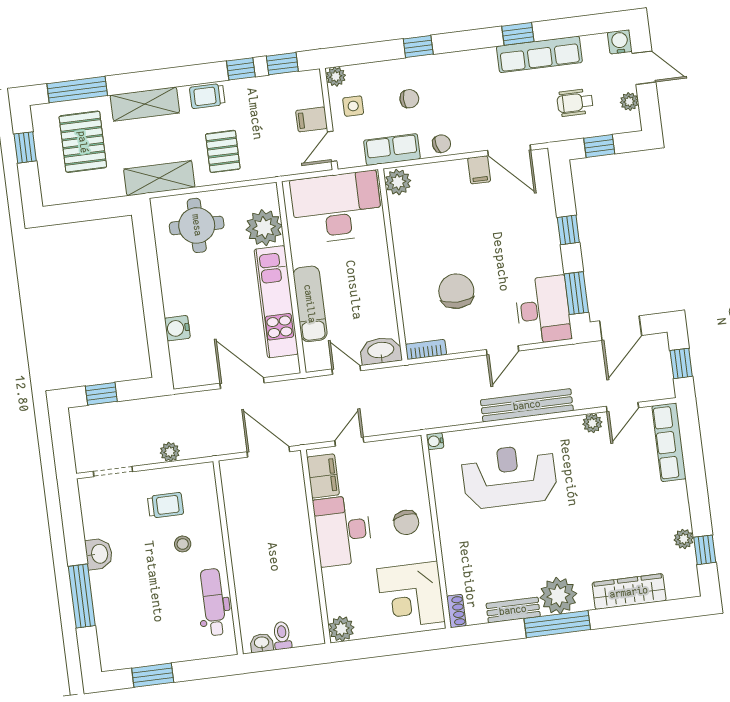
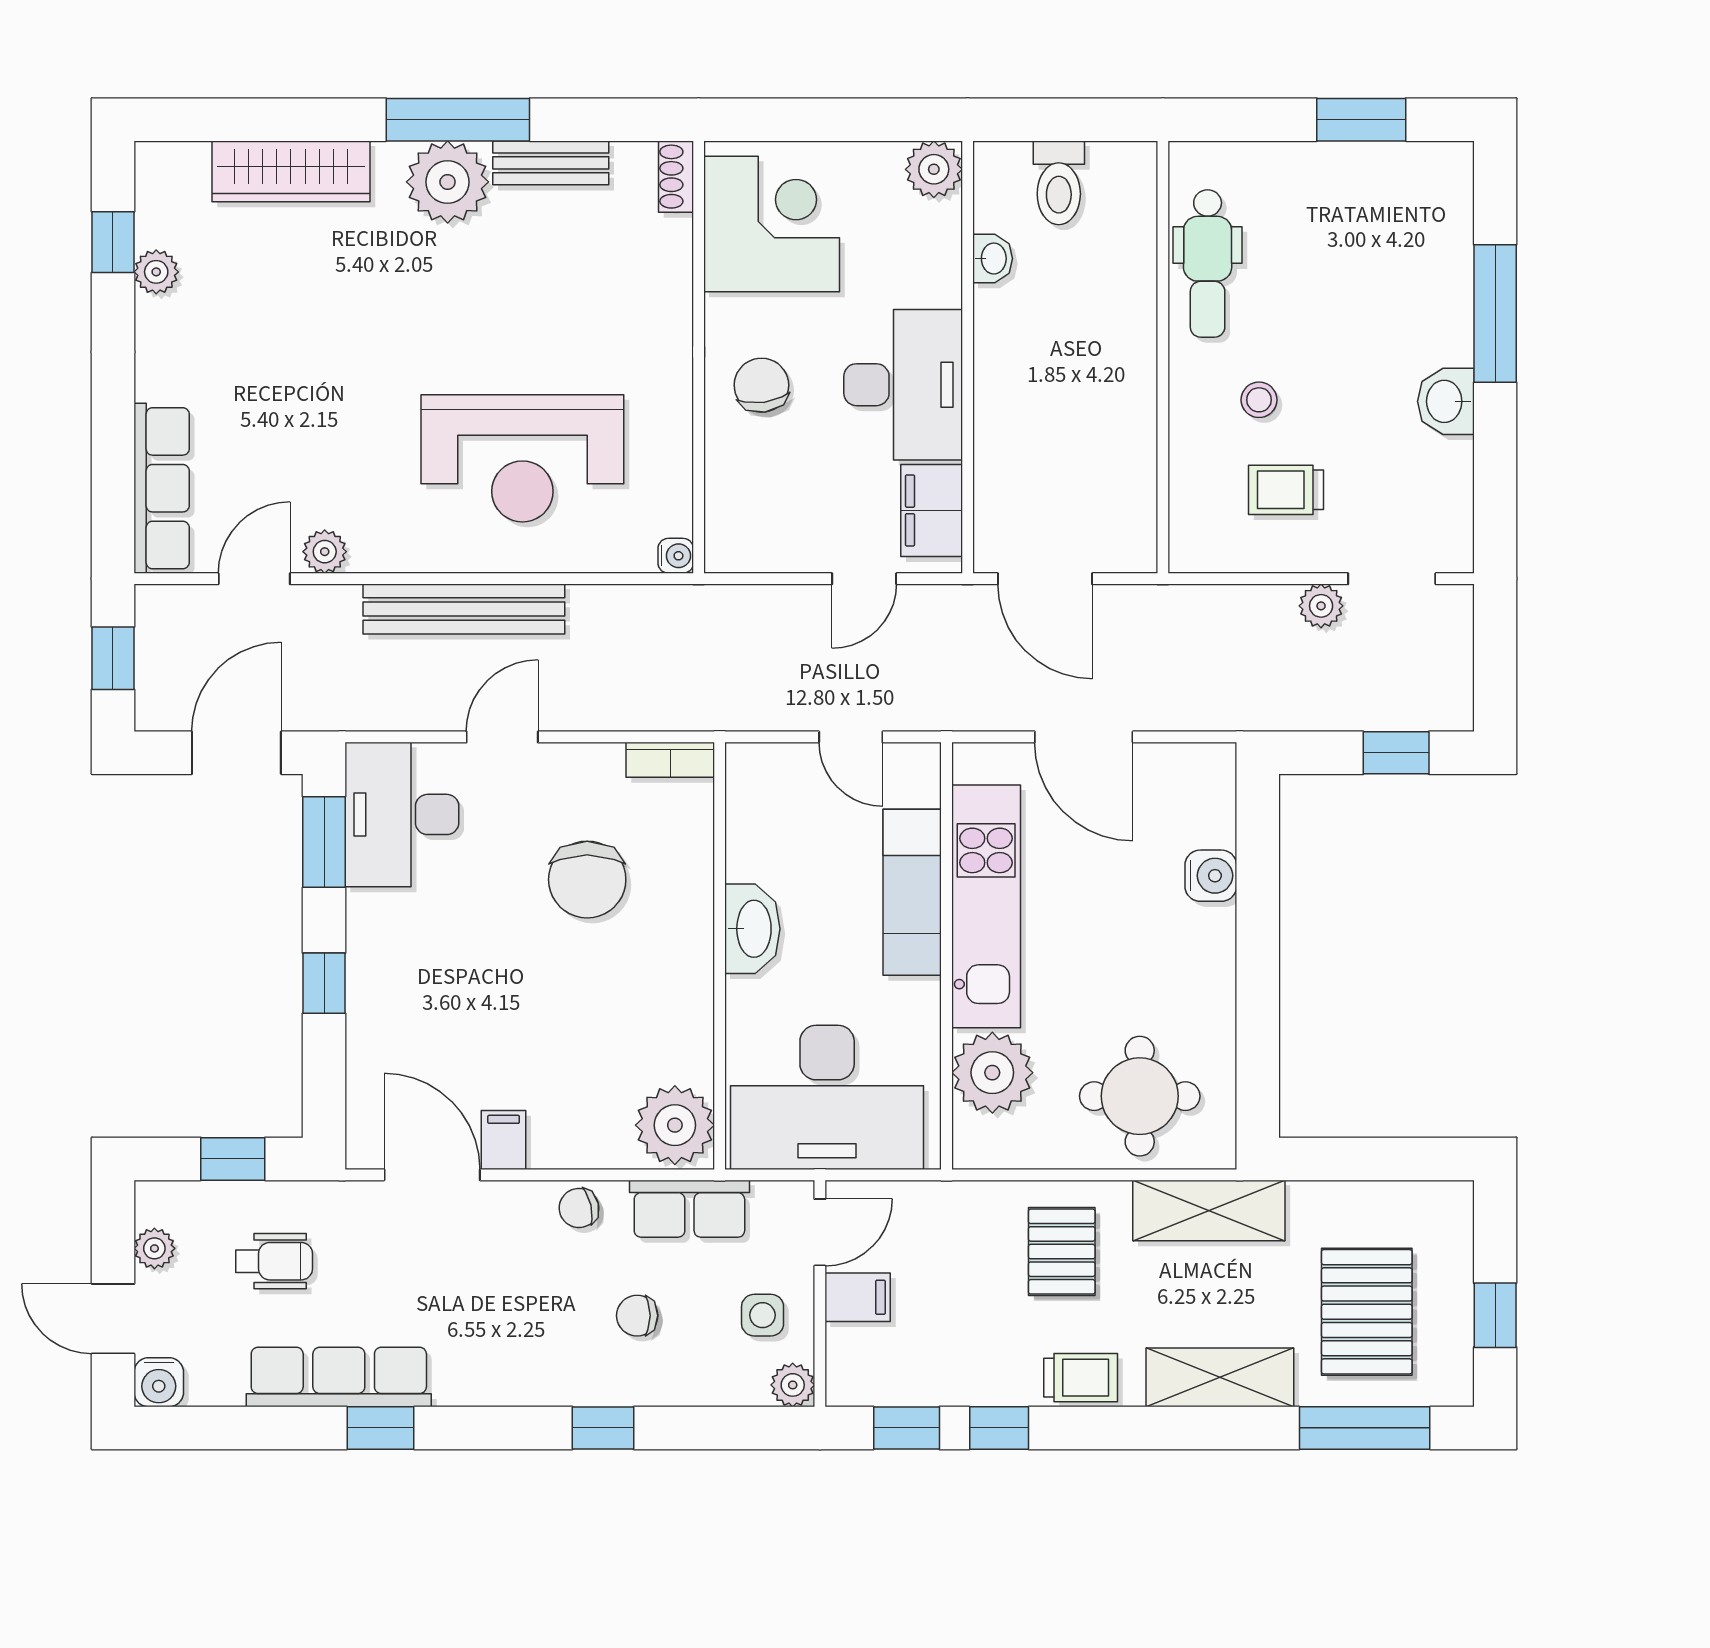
plant: (398, 182) -> (675, 1125), width x1.36, depth x1.36
washbasin: (381, 351) -> (752, 929), moved, turned -90
plant: (170, 452) -> (1321, 606), moved
toilet: (282, 635) -> (1059, 183), width x1.37, depth x1.39
washbasin: (262, 643) -> (993, 259), moved, turned -90

